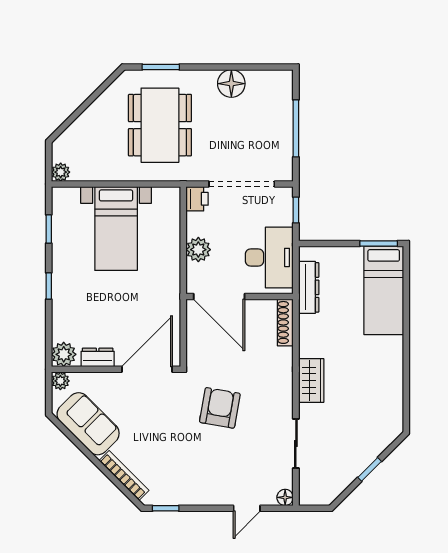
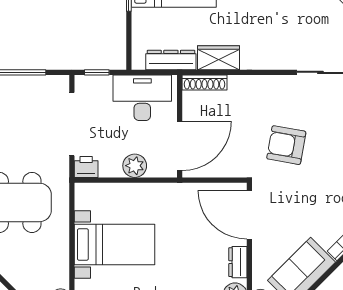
wardrobe: (311, 381) -> (218, 58), moved

